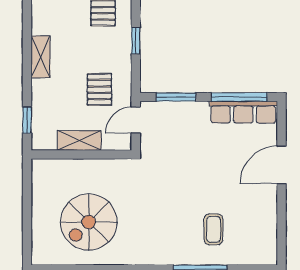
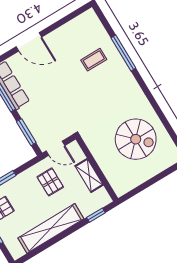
shelving: (41, 57) -> (51, 228), width x2.20, depth x1.33
pallet: (99, 90) -> (50, 182), turned 90

